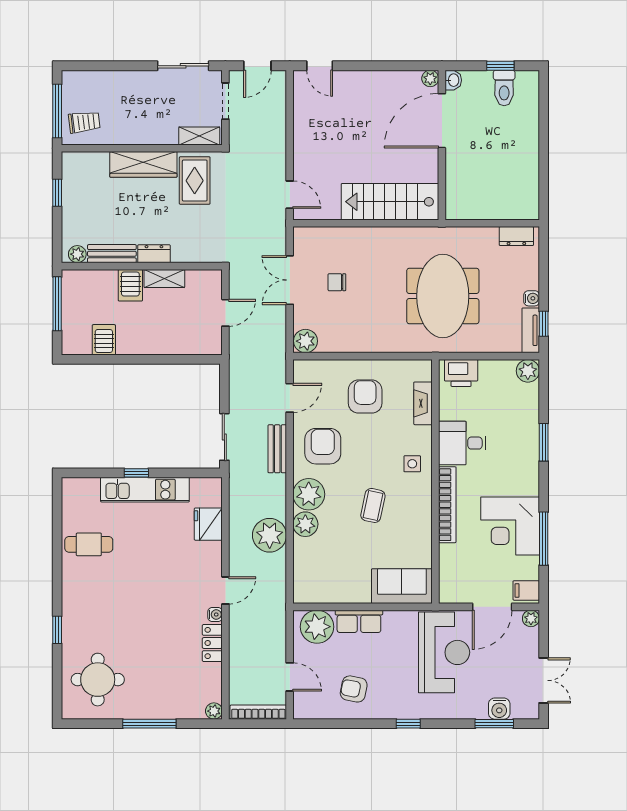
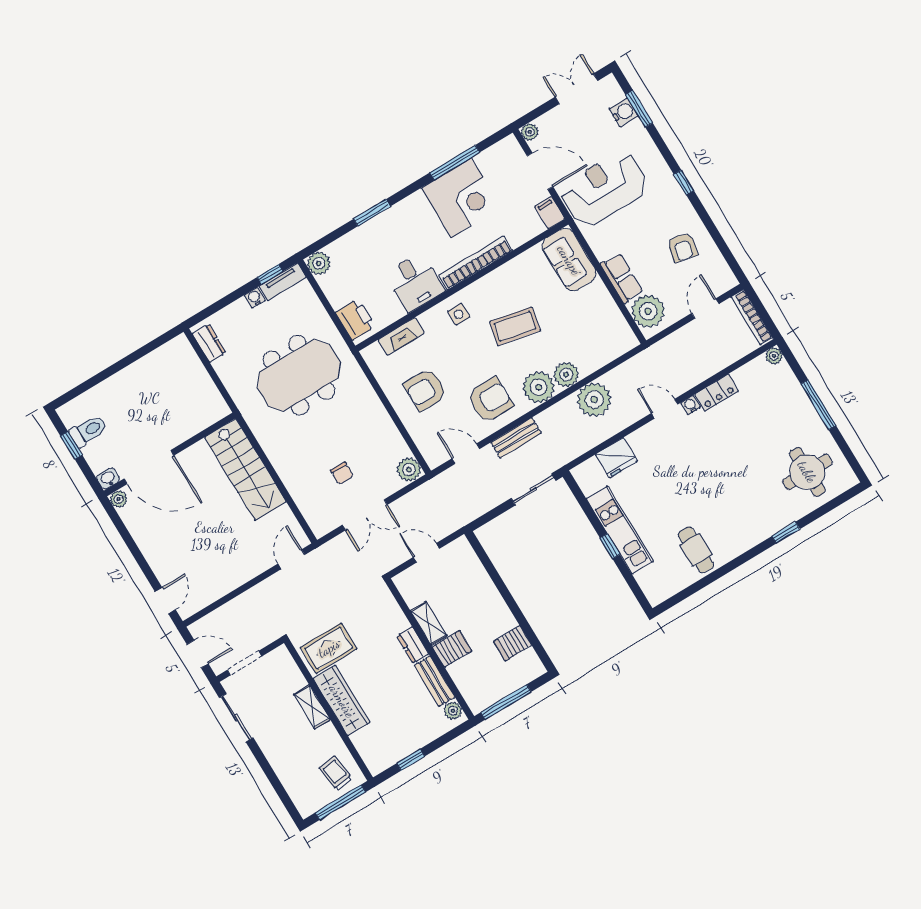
shelving: (199, 136) -> (312, 707), moved
armchair: (323, 446) -> (490, 400), turned 180
coffee table: (373, 505) -> (515, 326), width x1.36, depth x1.30
filing cabinet: (526, 590) -> (550, 213), moved, turned 180

